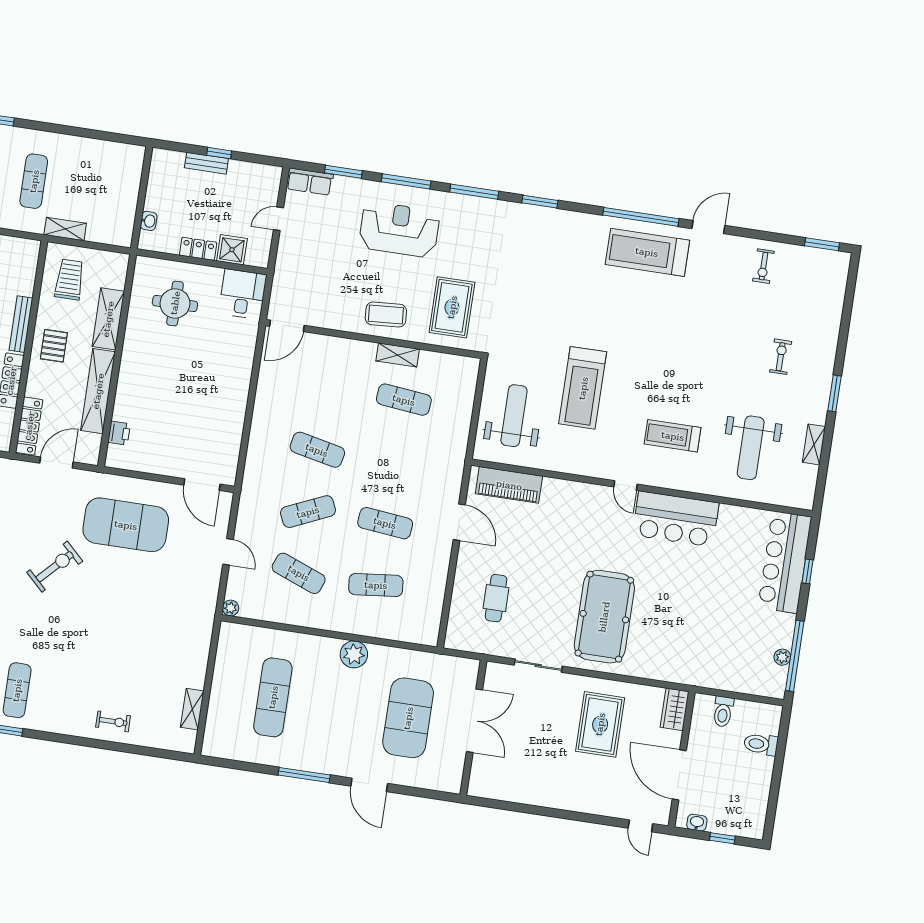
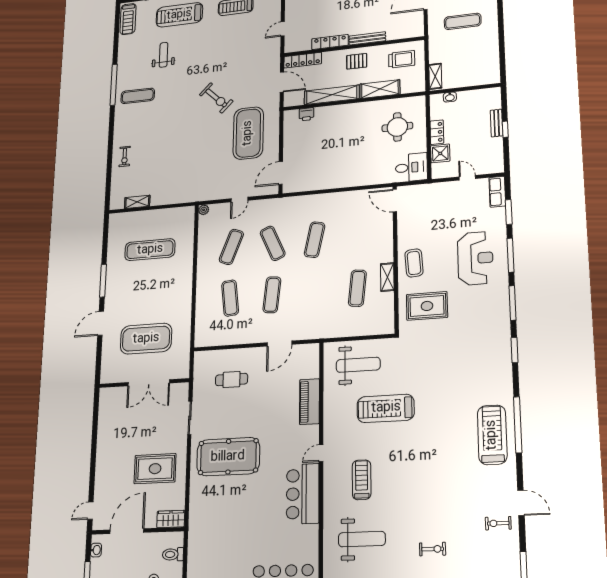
door: (708, 227) -> (521, 503), moved
shelving: (65, 229) -> (435, 76), moved
weight bench: (751, 448) -> (362, 539), turned 180
piano: (509, 485) -> (309, 402), moved
plant: (354, 654) -> (183, 294), removed

